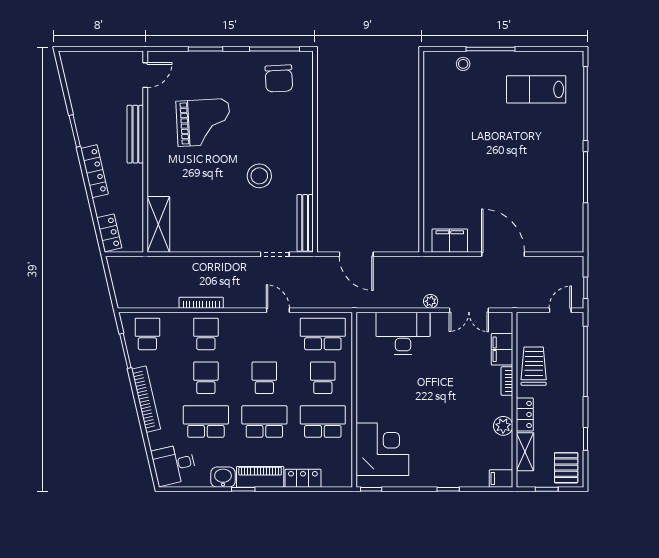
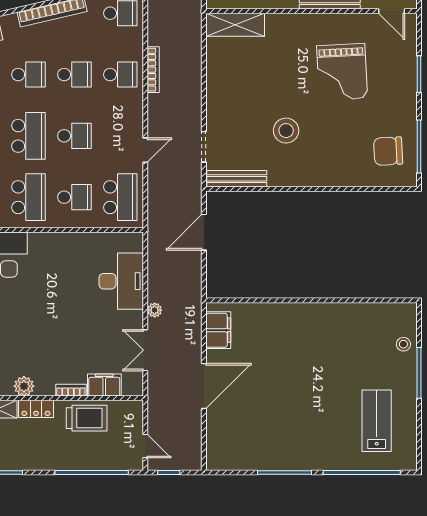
school desk: (206, 422) -> (28, 75), width x0.54

